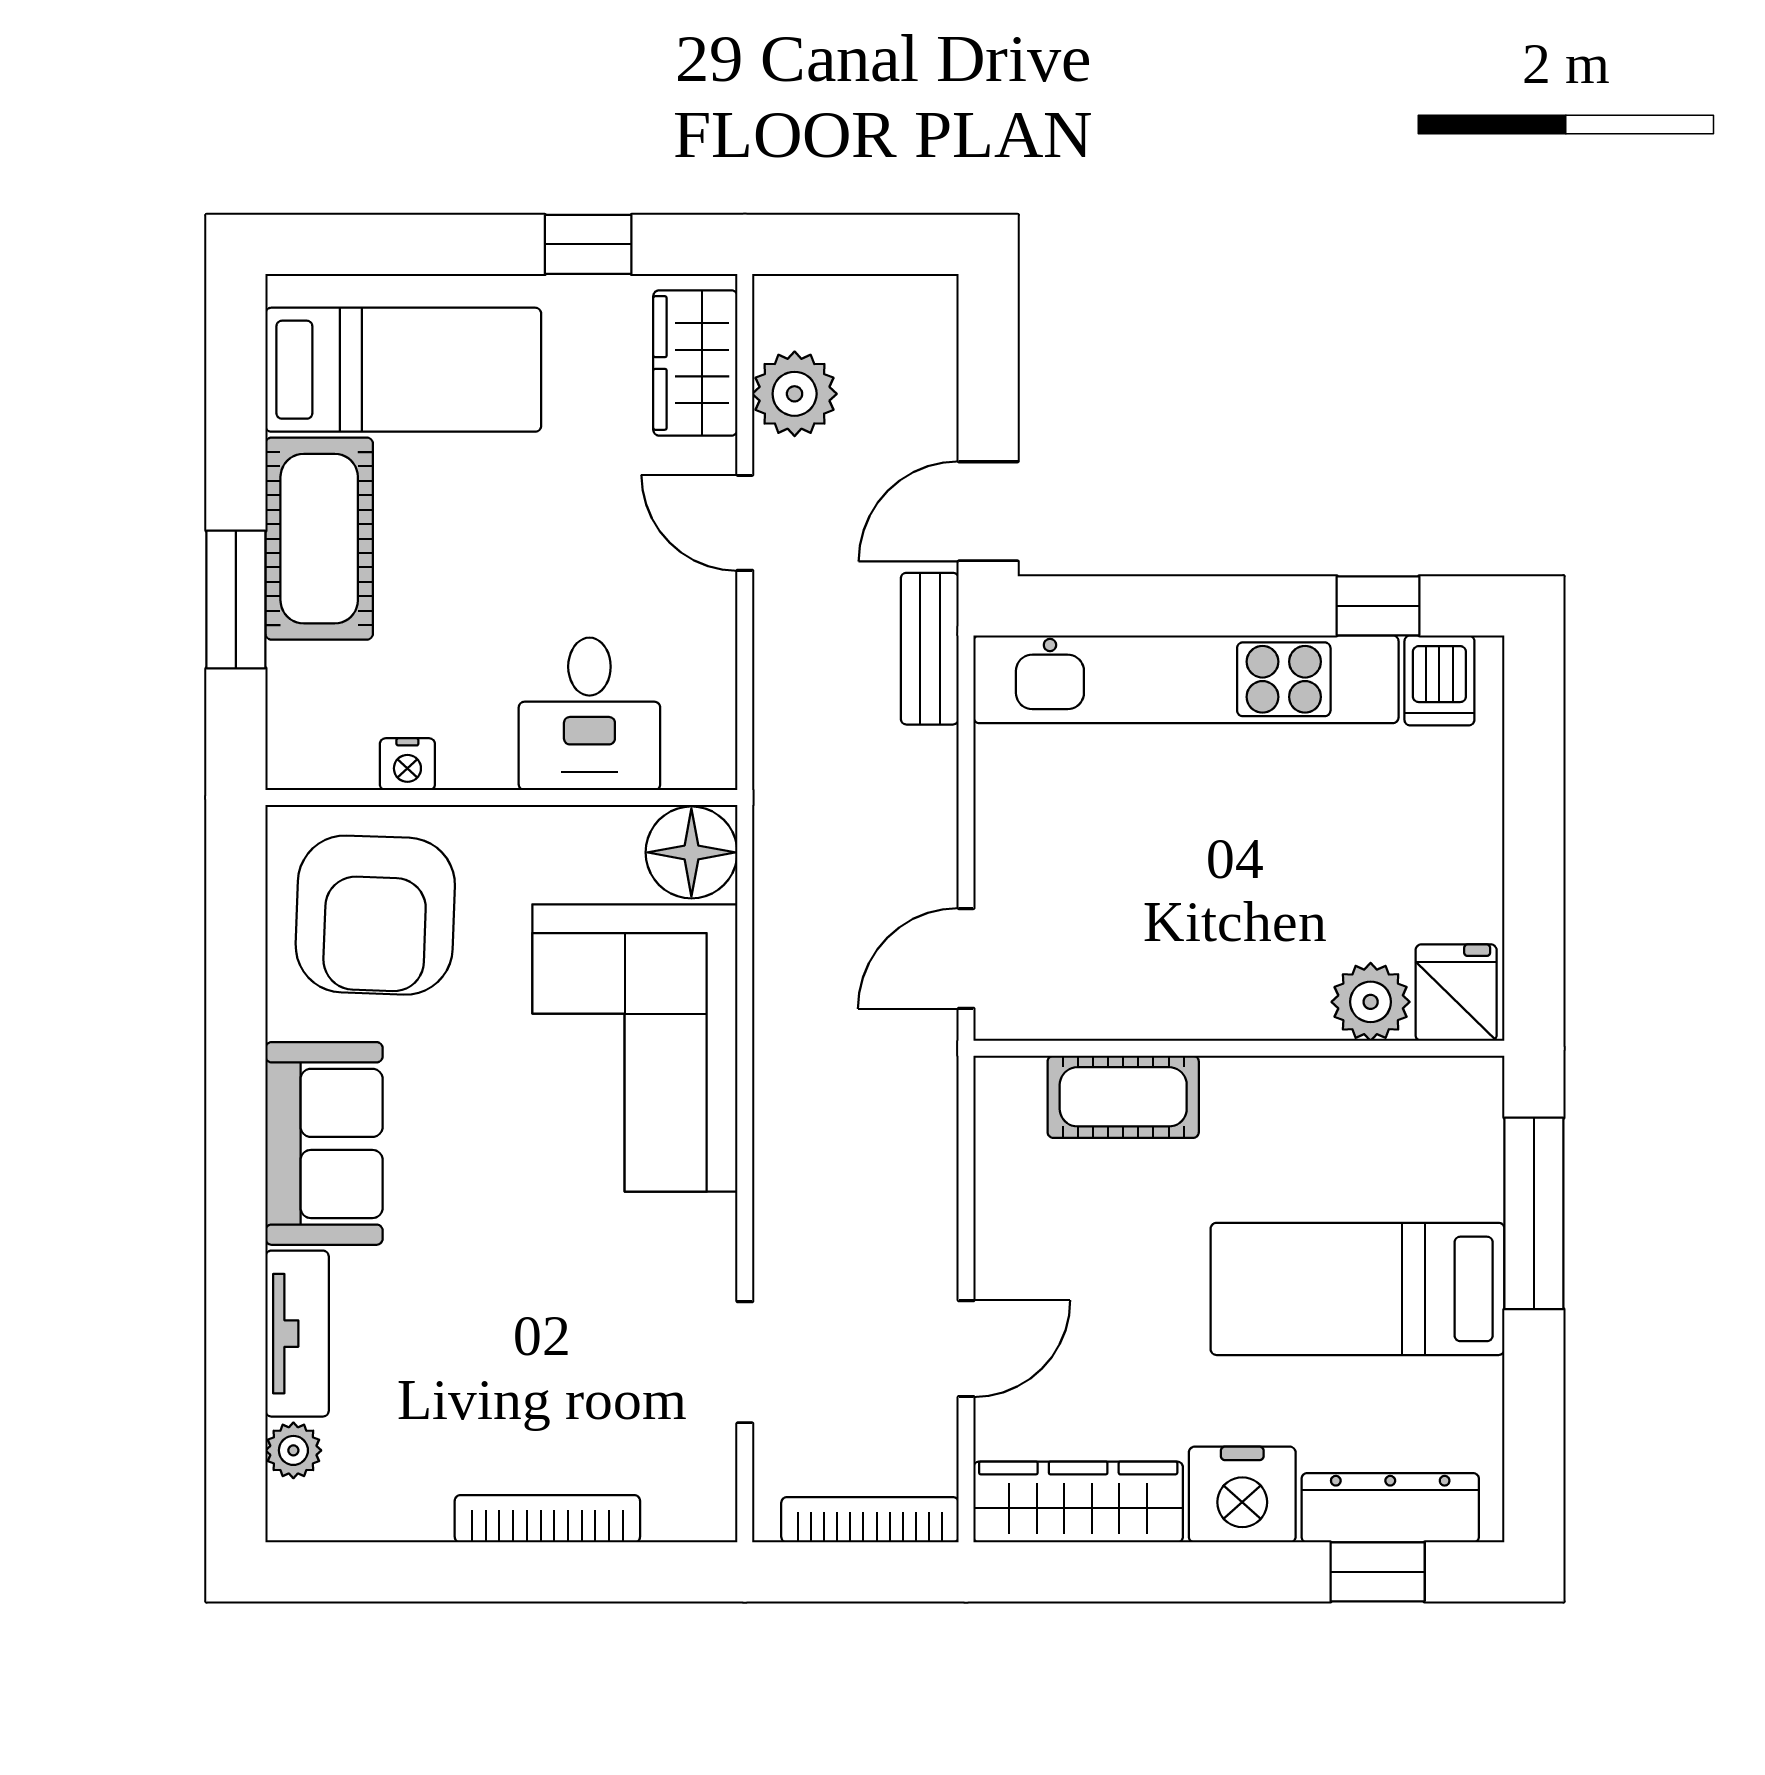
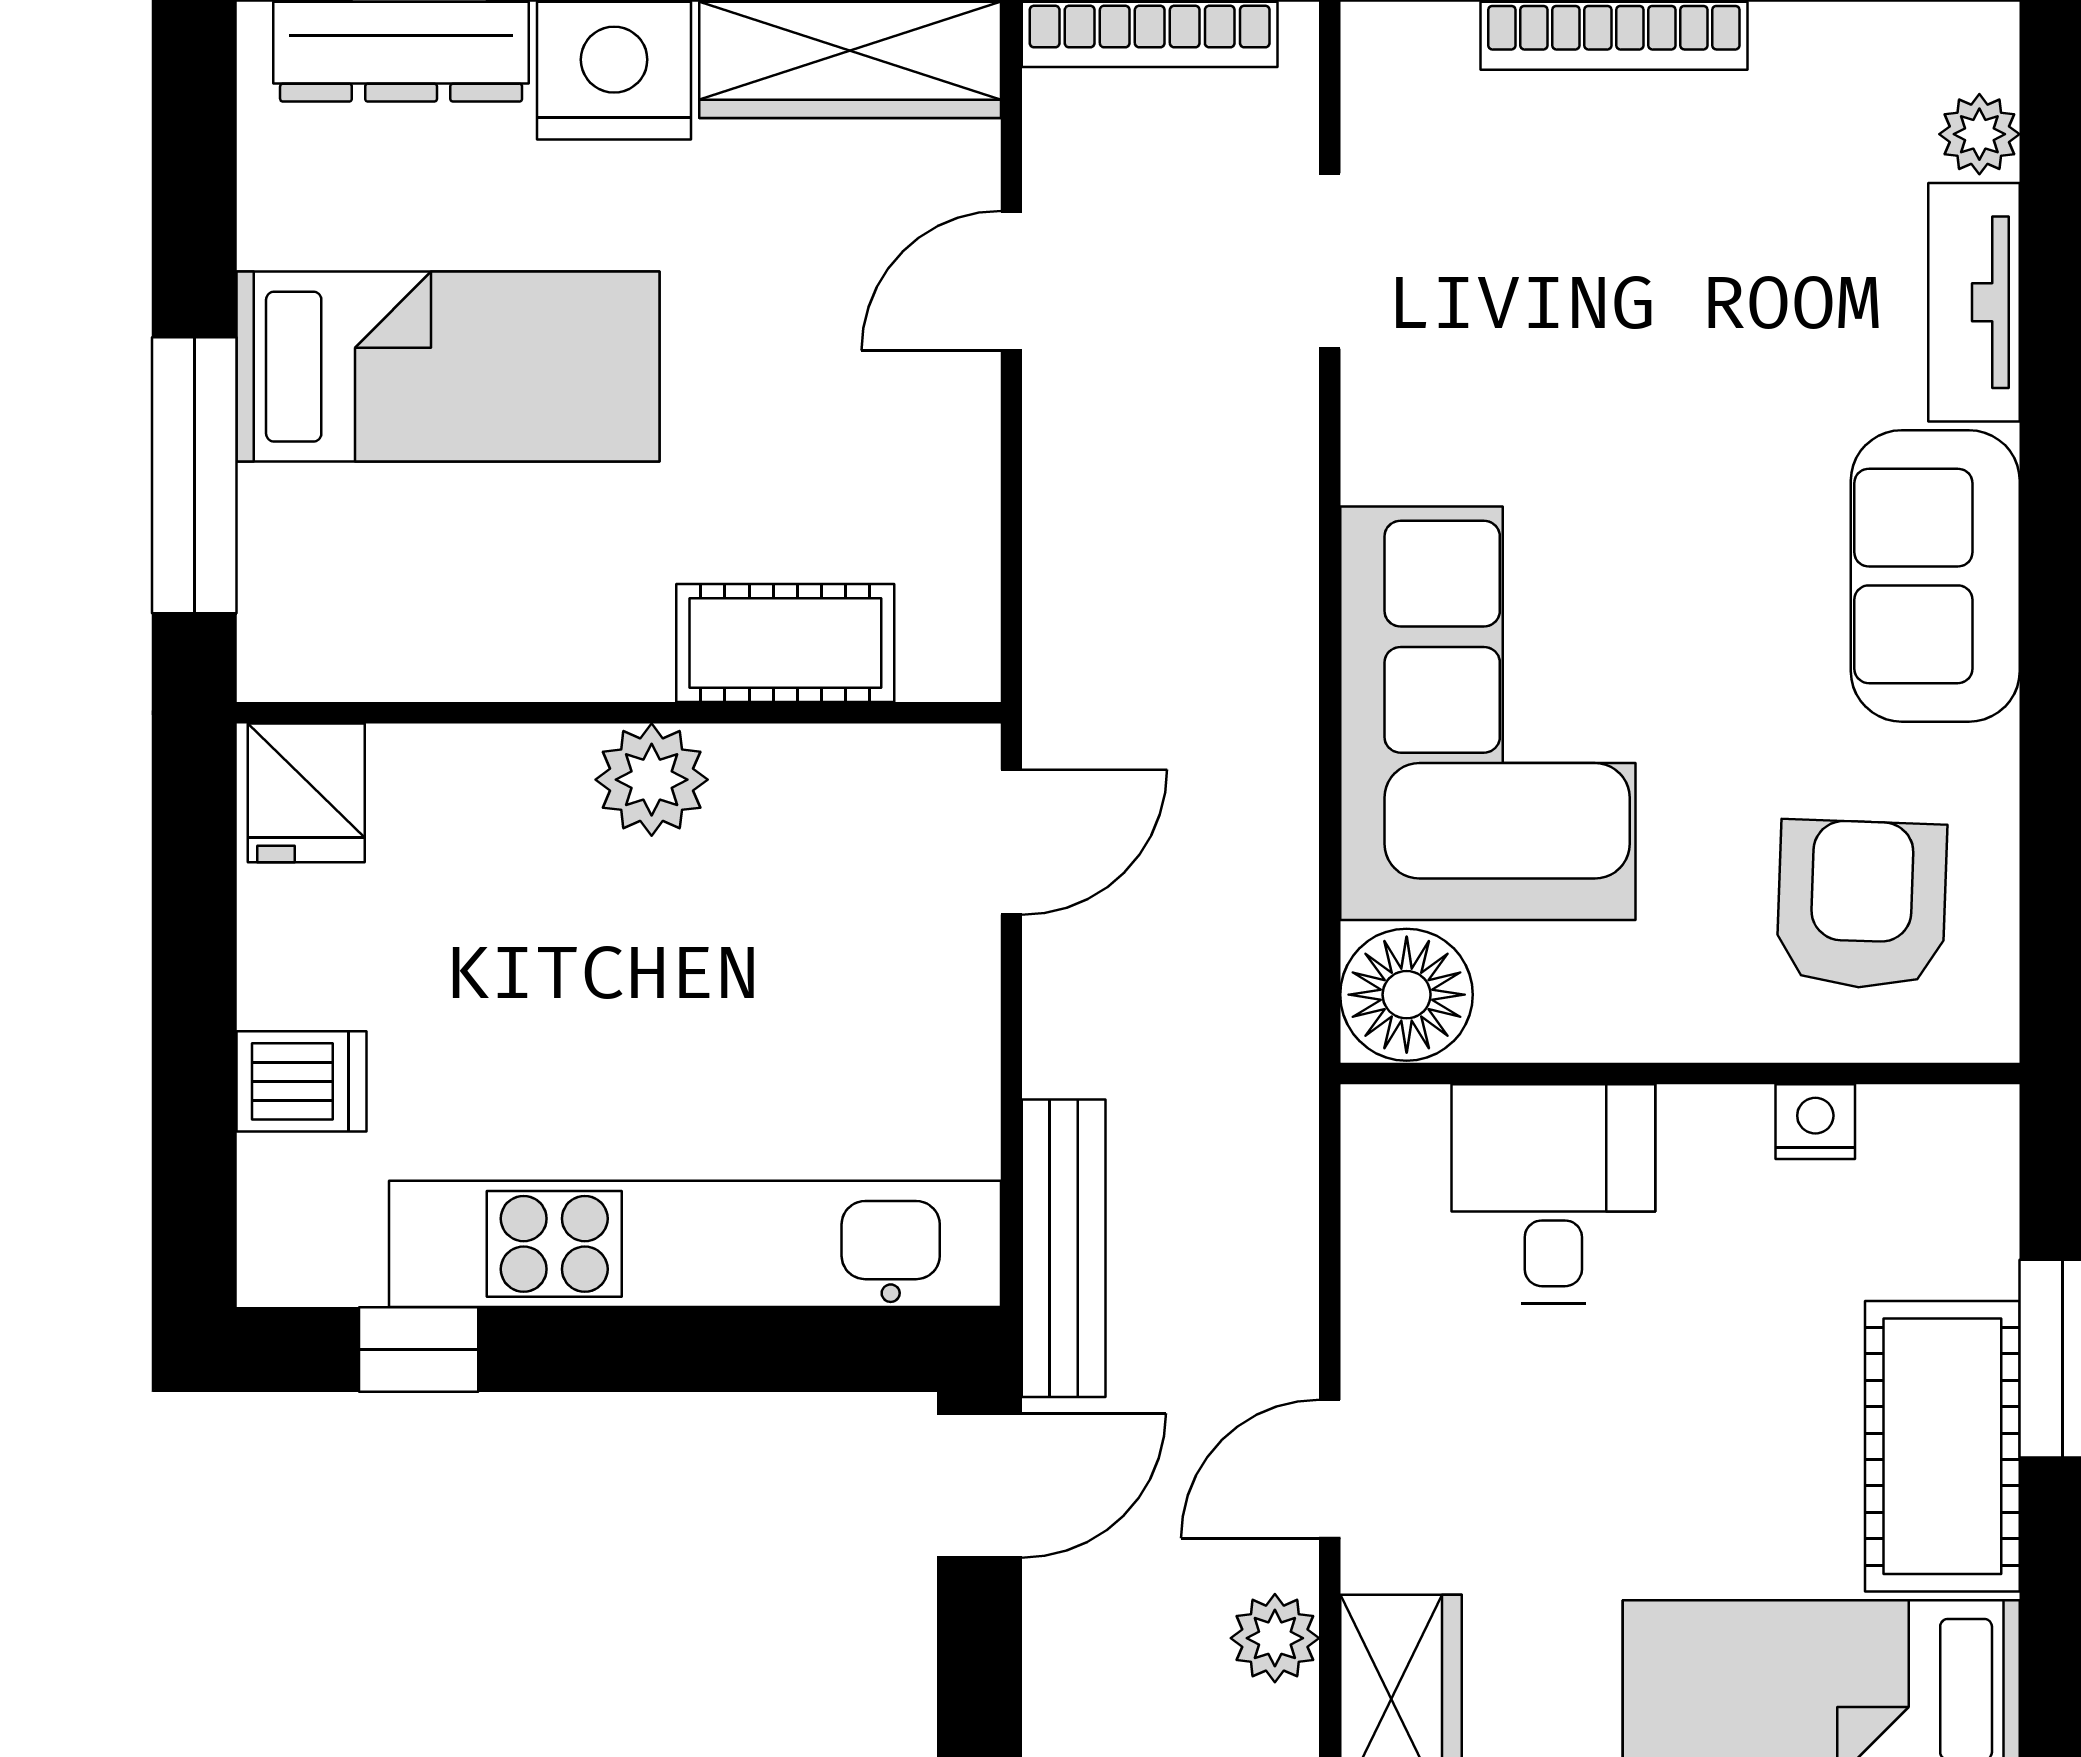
plant: (795, 394) -> (1275, 1638), width x0.73, depth x0.73
door: (745, 523) -> (1330, 1469), swing flipped
bench: (930, 649) -> (1064, 1248), width x1.36
dishwasher: (1439, 680) -> (302, 1081), moved, turned 90
armchair: (375, 915) -> (1862, 905), width x0.73, depth x0.73
plant: (1371, 1002) -> (652, 780), moved

